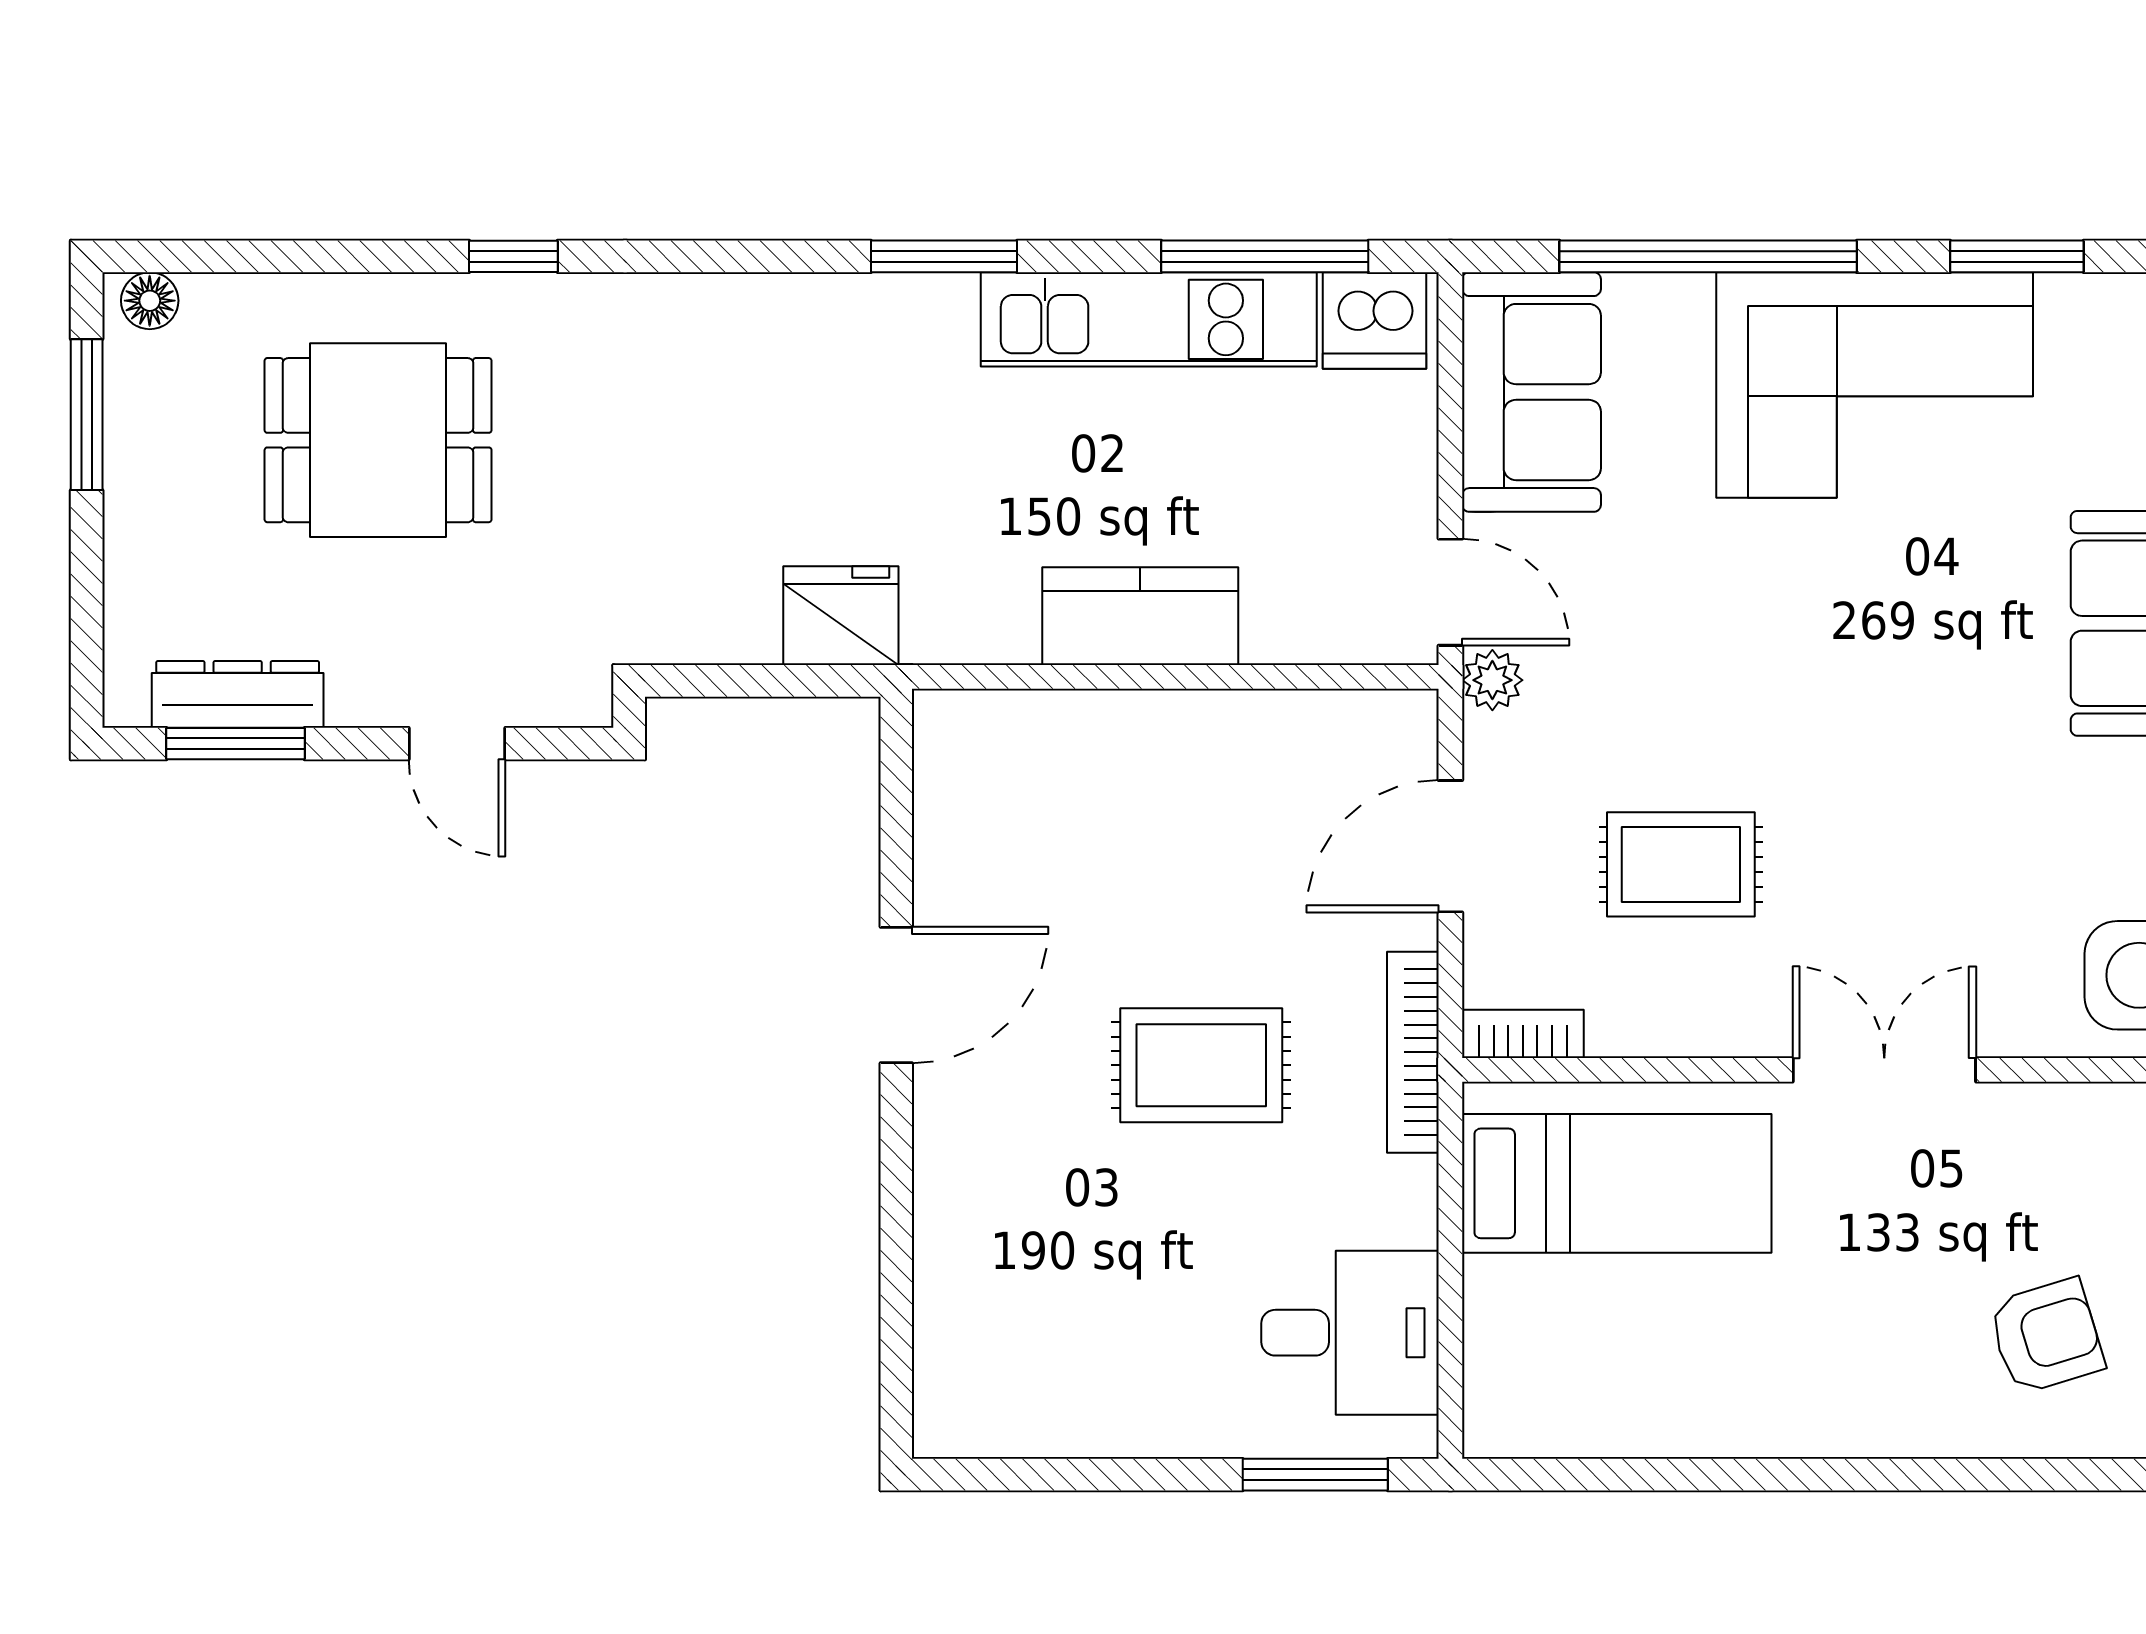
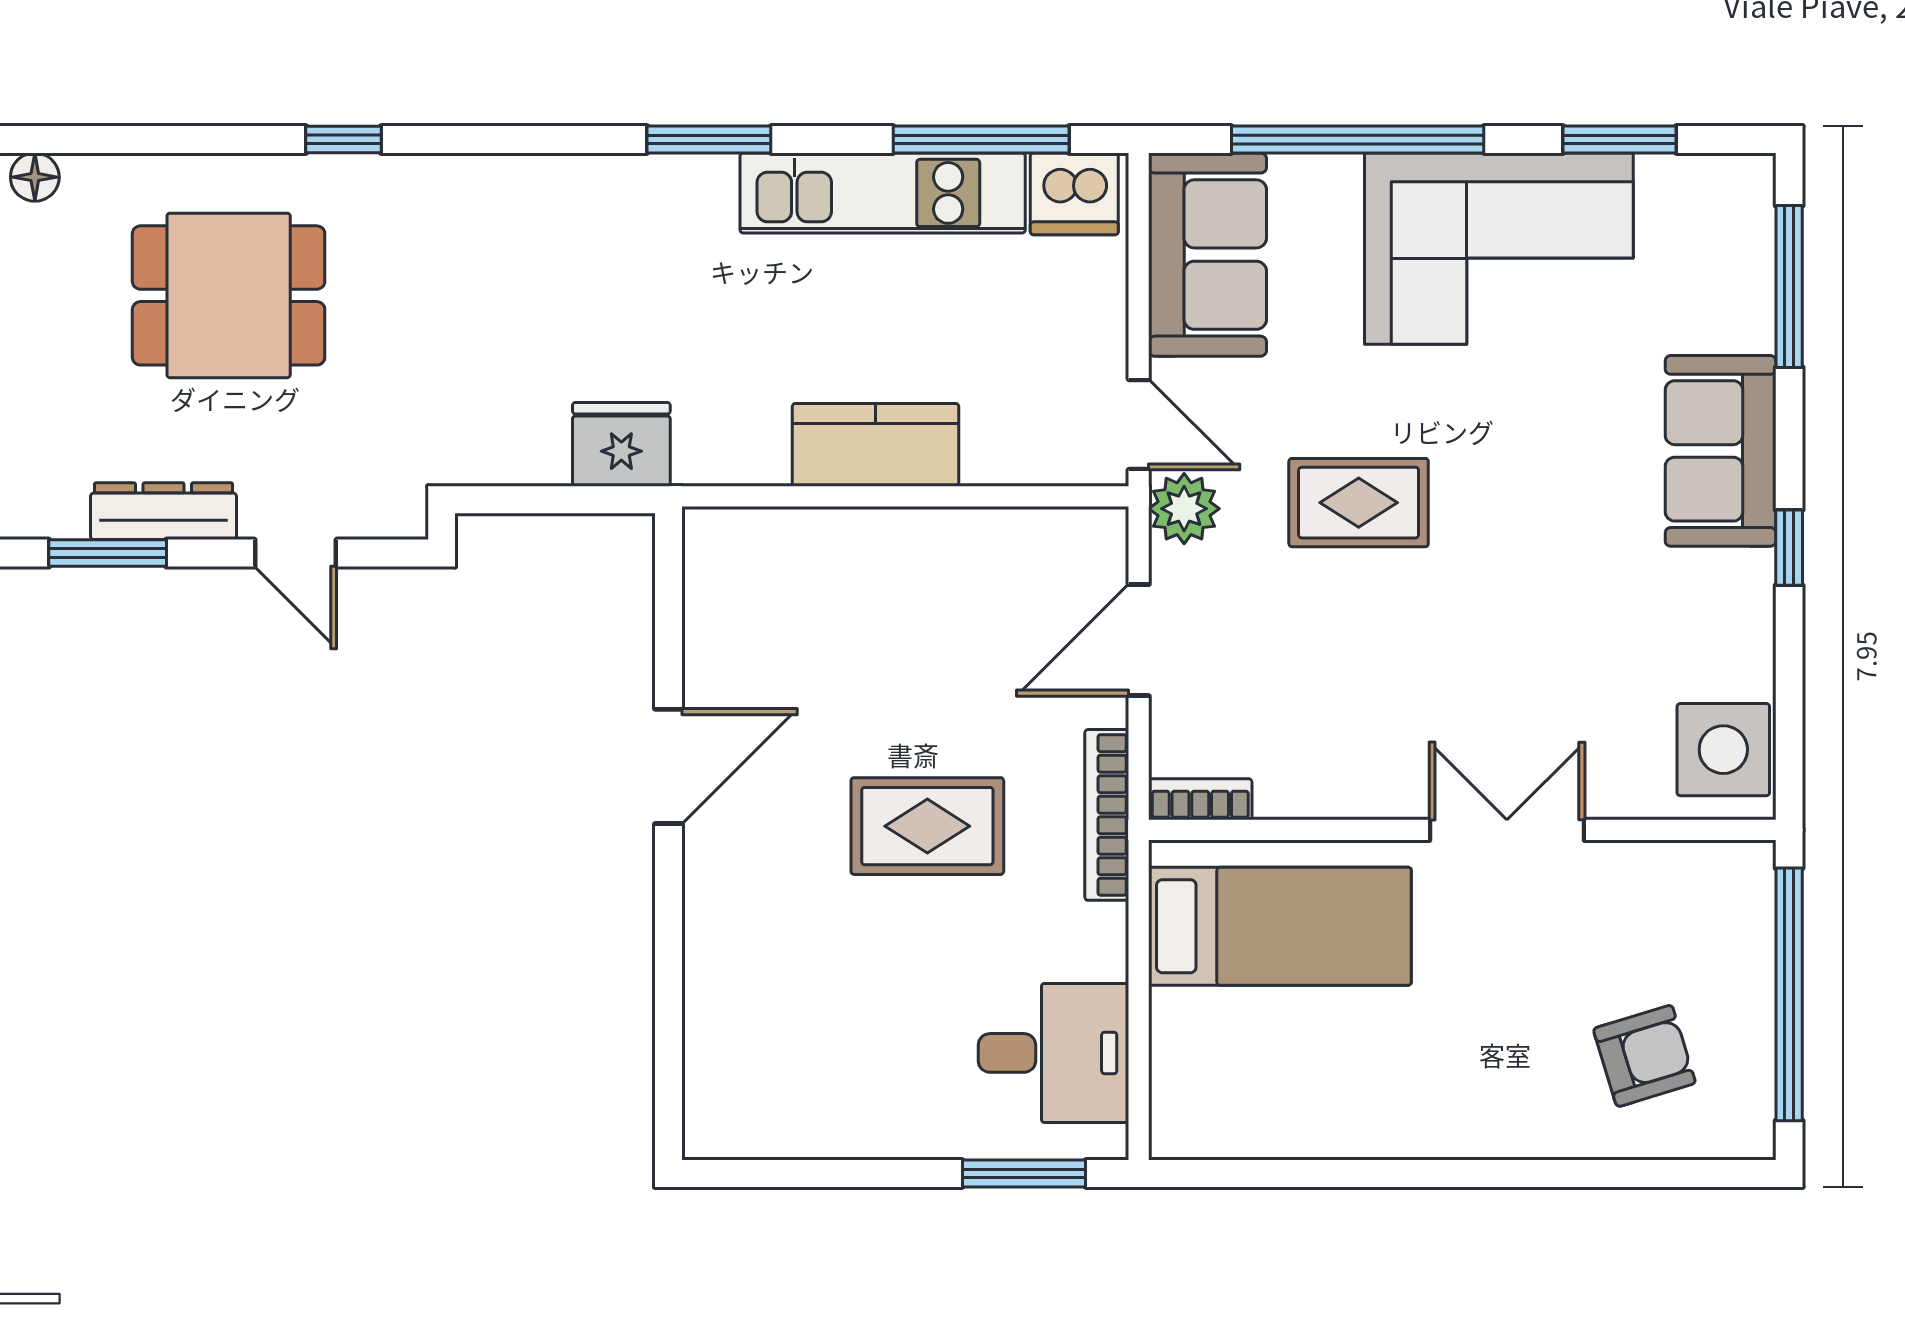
plant: (1492, 680) -> (1184, 509), width x1.38, depth x1.38
dresser: (238, 694) -> (163, 511), moved
rug: (1681, 864) -> (1359, 503), moved

